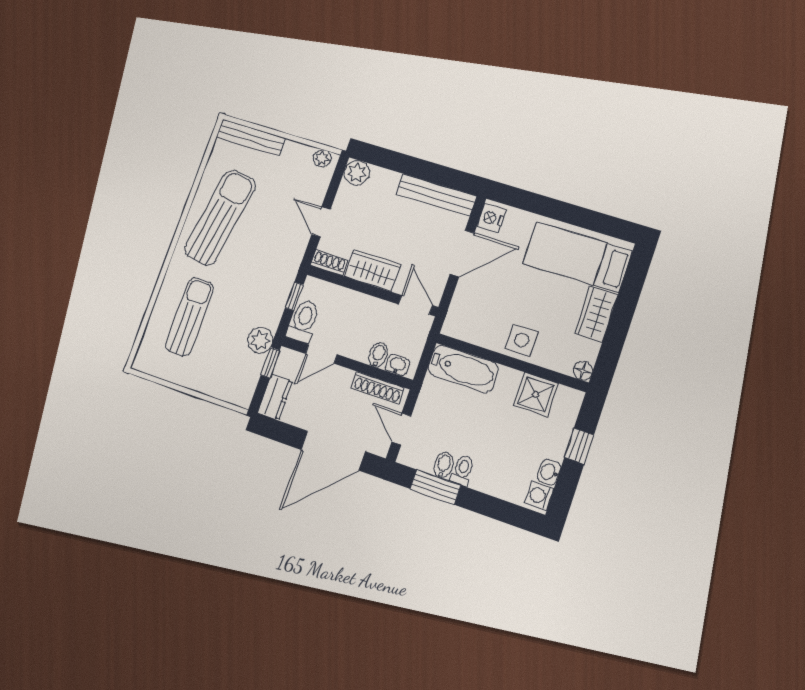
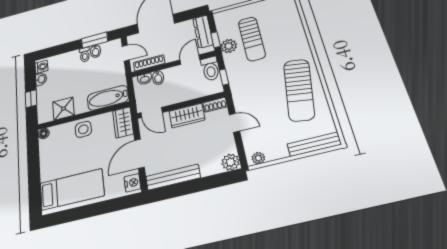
wardrobe: (596, 314) -> (123, 122), moved, turned 180
sun lounger: (190, 317) -> (252, 39), moved
dresser: (275, 397) -> (203, 32), width x1.44

